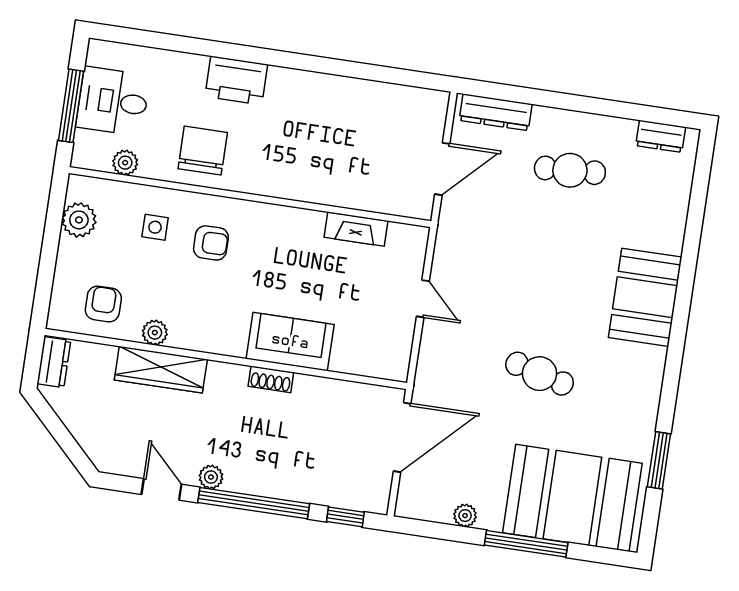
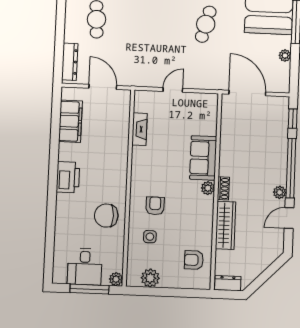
printer: (236, 80) -> (68, 177), moved
filing cabinet: (384, 102) -> (70, 121), added
plant: (125, 163) -> (116, 279), moved
plant: (155, 333) -> (208, 188), moved
shoe rack: (271, 379) -> (223, 188), moved

